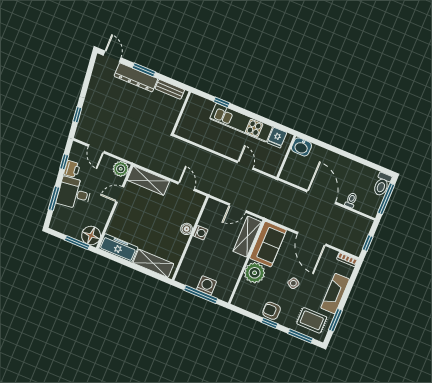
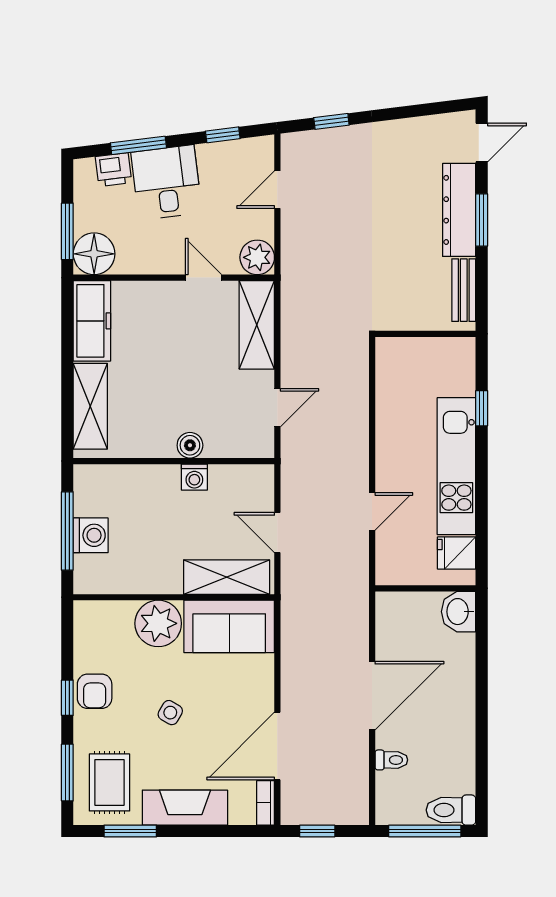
printer: (72, 169) -> (114, 170), moved
door: (312, 239) -> (277, 746), moved
armchair: (272, 311) -> (95, 691), turned 180

